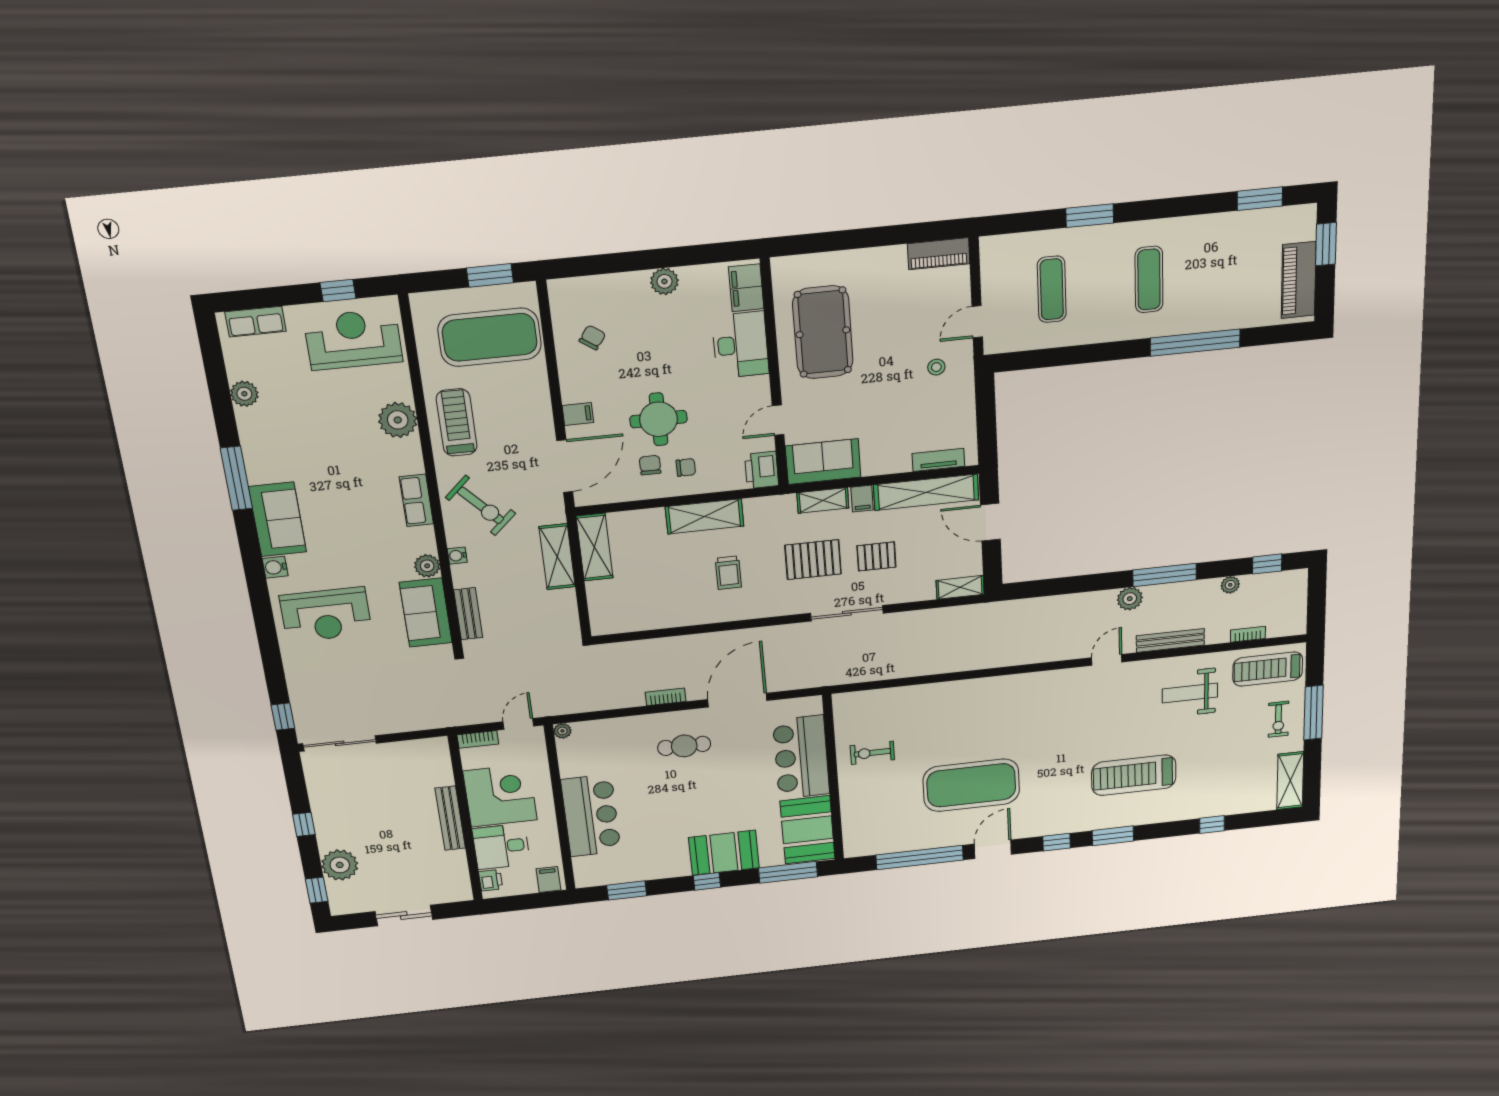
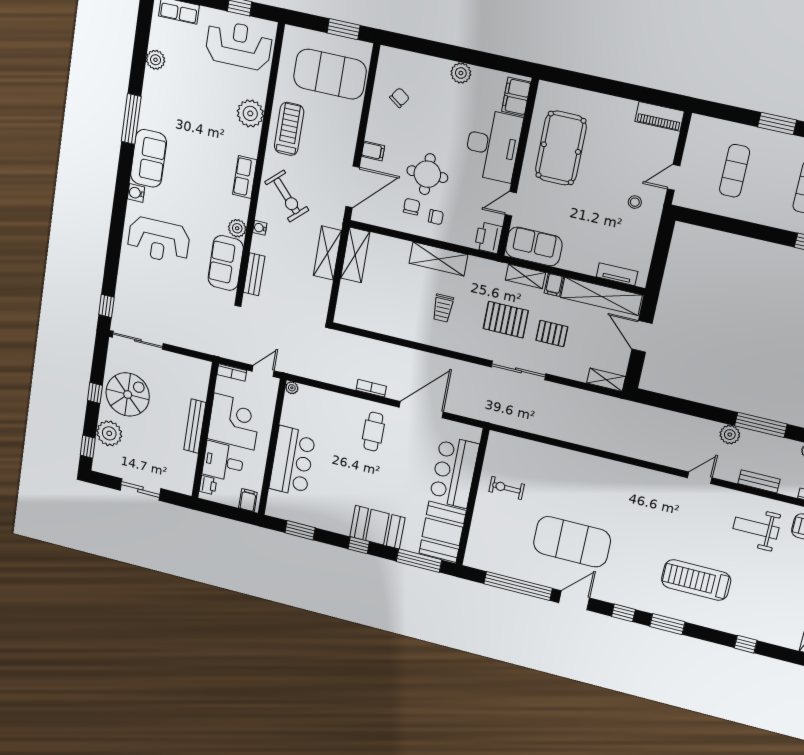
desk: (740, 345) -> (493, 145), width x1.36, depth x1.30
bench: (1170, 640) -> (759, 481), width x0.73
cafe table: (684, 746) -> (373, 432), turned 90
spiral stairs: (348, 812) -> (128, 395), added

